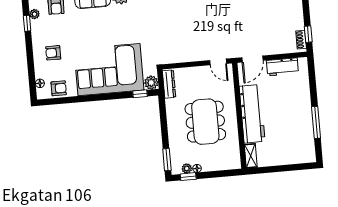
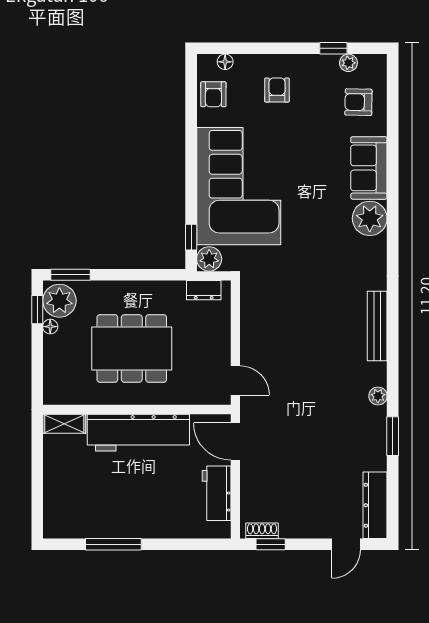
door: (218, 62) -> (235, 380), swing flipped
dresser: (169, 84) -> (204, 290), width x0.70
plant: (187, 168) -> (59, 301), width x1.87, depth x1.87

